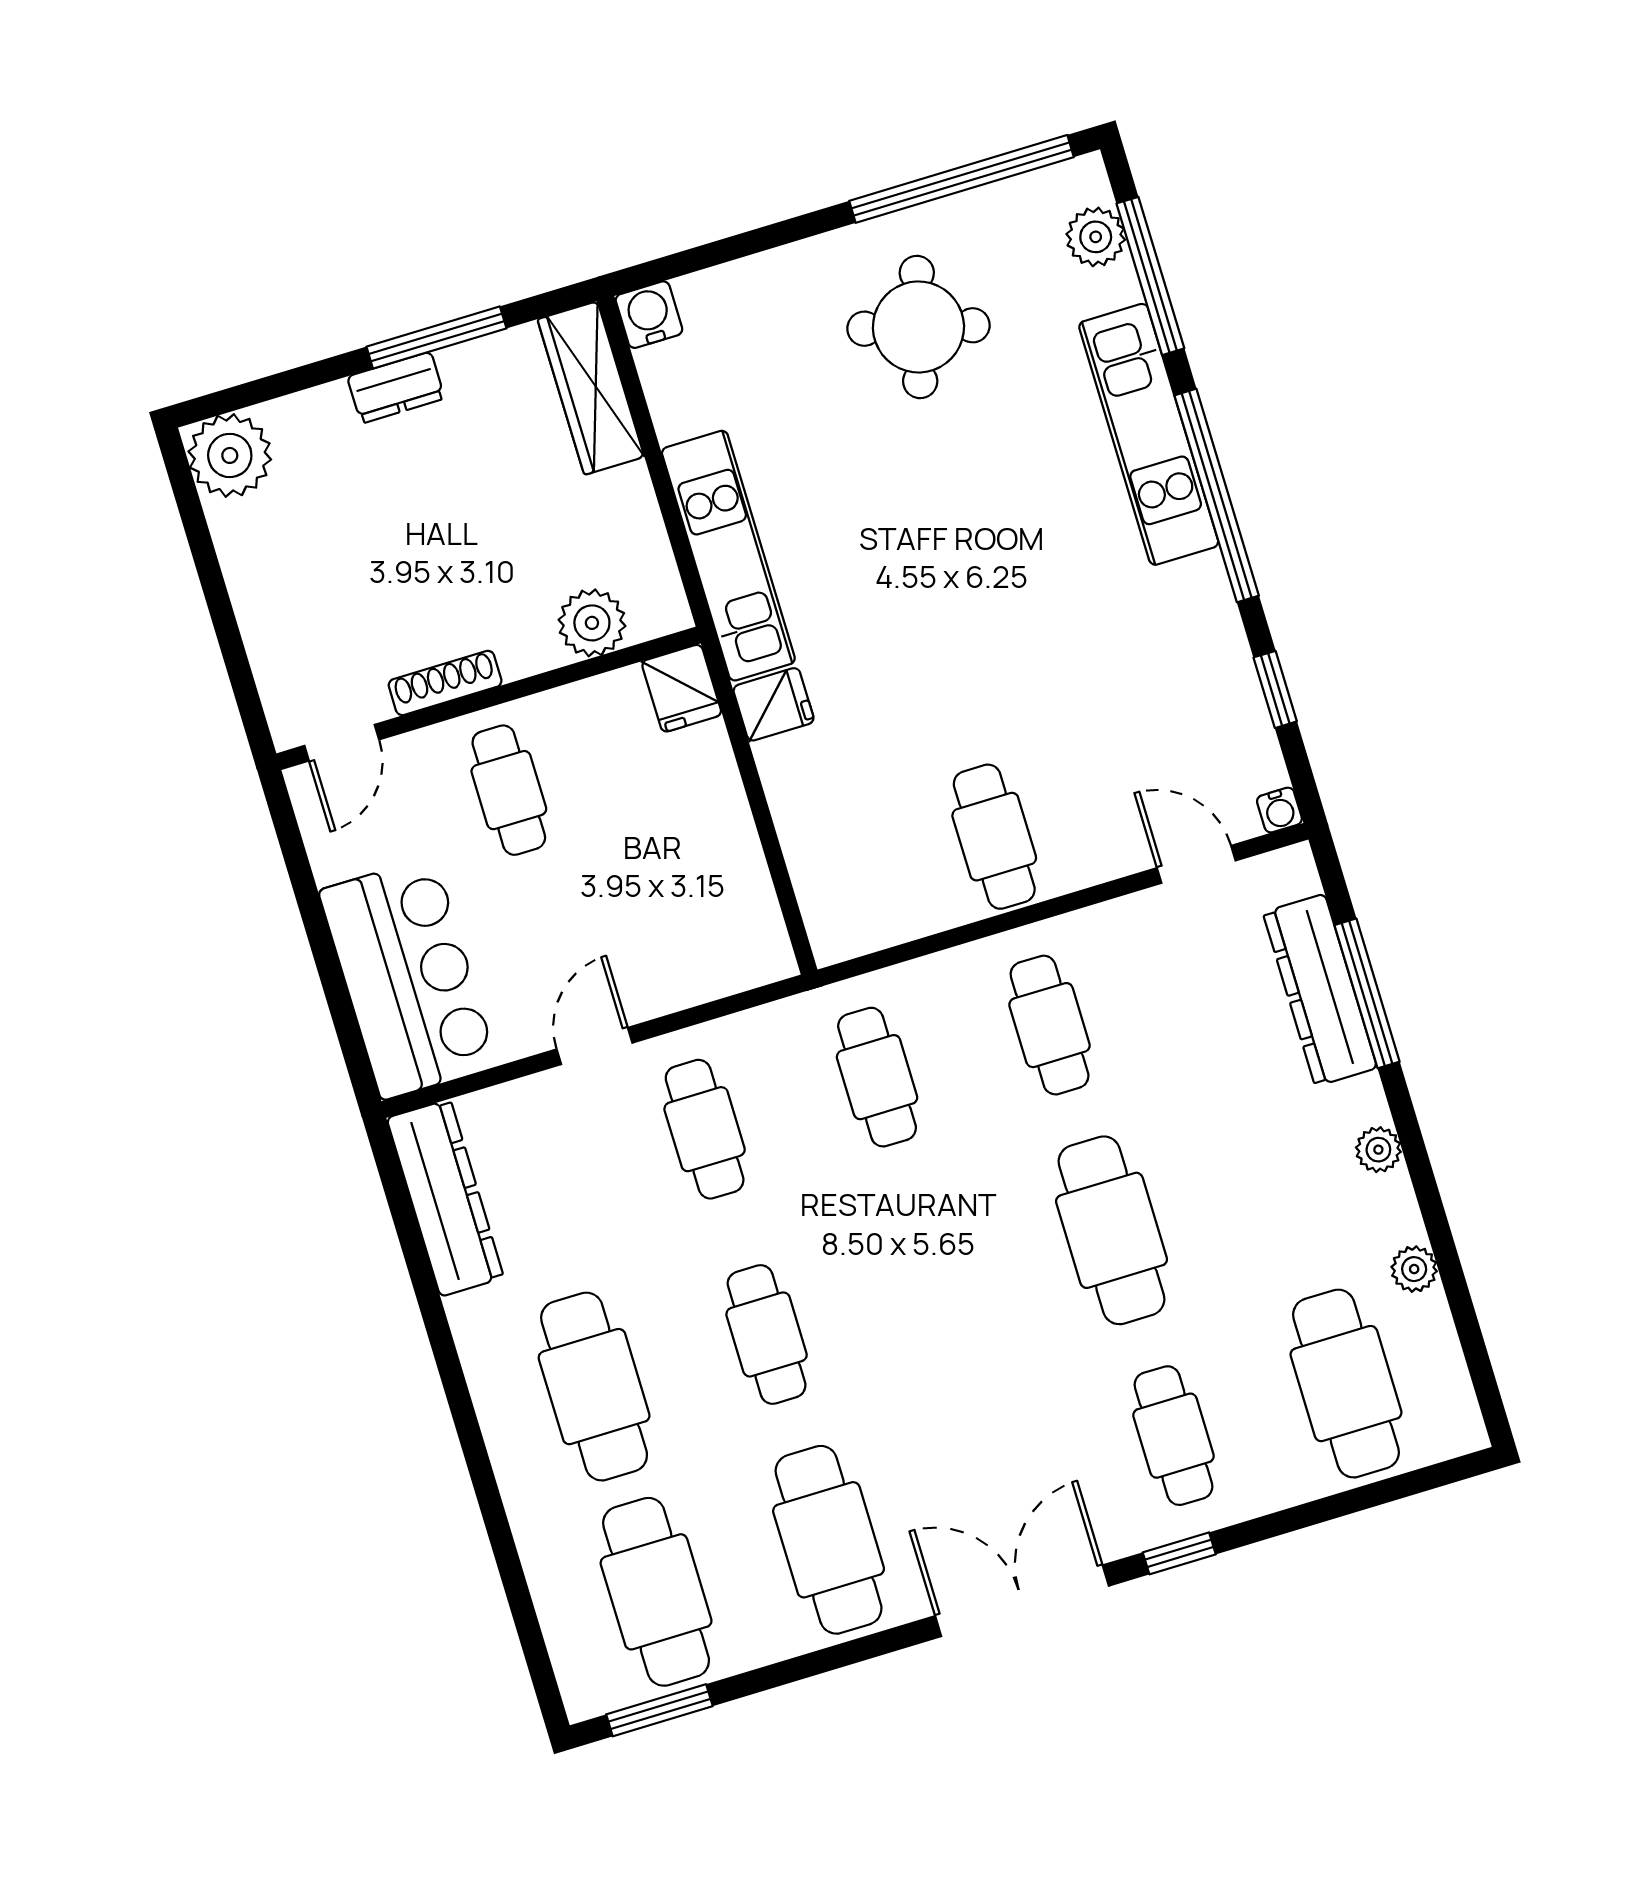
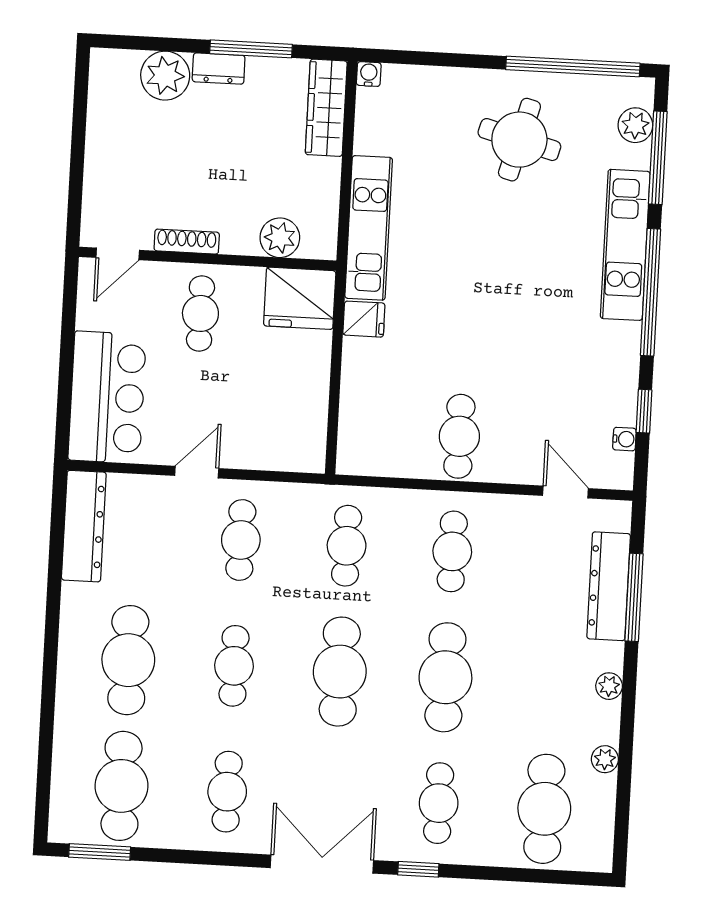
water cooler: (649, 315) -> (369, 74), width x0.72, depth x0.72
plant: (230, 455) -> (165, 76), moved
fridge: (682, 688) -> (300, 298), width x1.88, depth x1.34
water cooler: (1279, 810) -> (624, 439), moved, turned -90
cafe table: (939, 1282) -> (340, 672), added
cafe table: (829, 1540) -> (227, 792), width x0.73, depth x0.74

